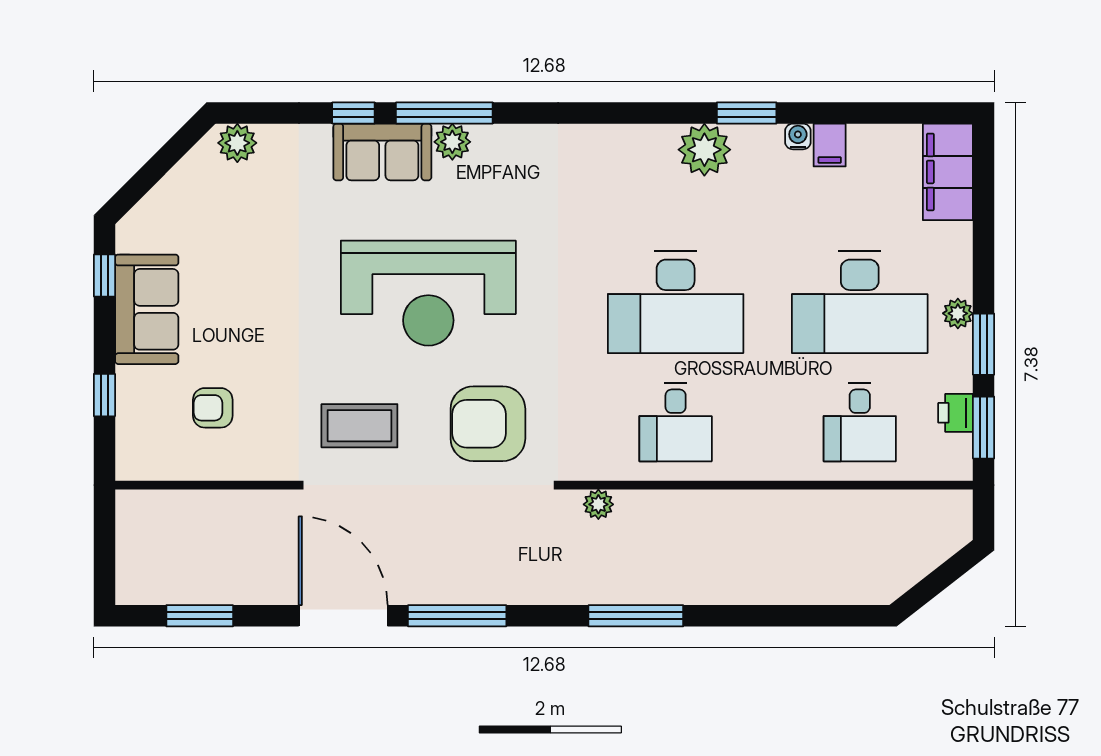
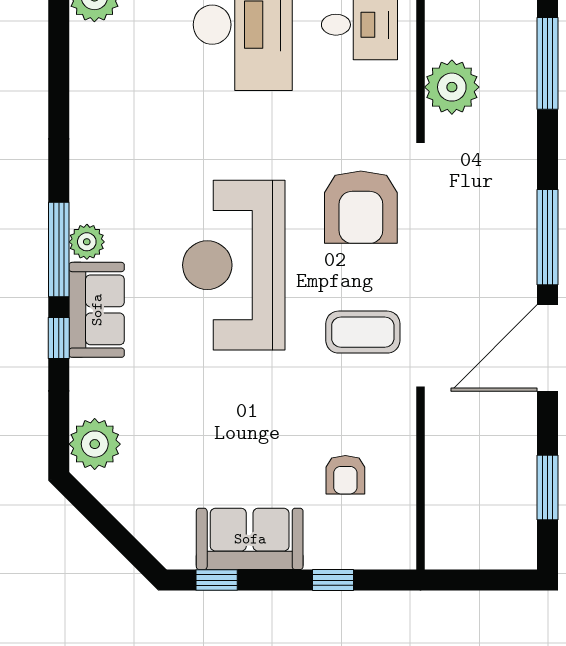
plant: (237, 143) -> (95, 444), width x1.36, depth x1.36
reception desk: (428, 293) -> (234, 265), turned 180
coffee table: (359, 426) -> (363, 332), turned 90
plant: (598, 504) -> (452, 87), width x1.87, depth x1.87

